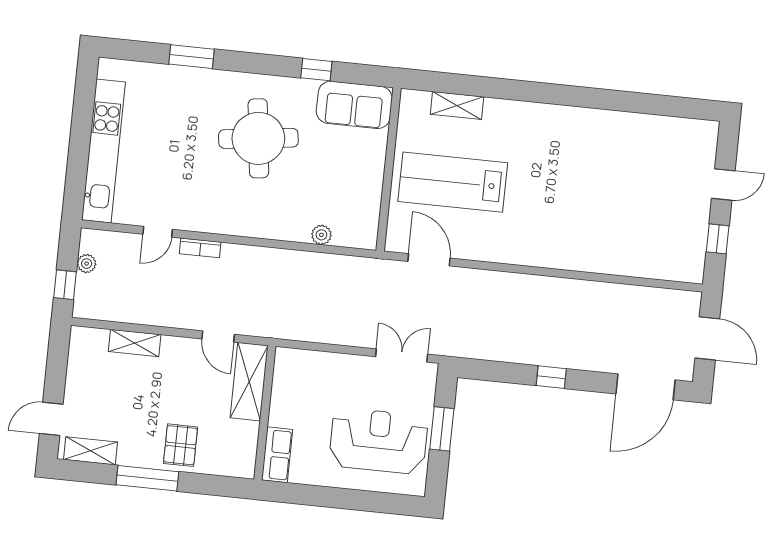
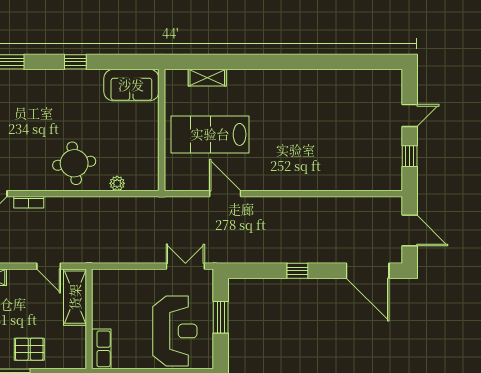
window: (316, 70) -> (75, 62), moved
round table: (258, 138) -> (74, 163), moved, width x0.73, depth x0.73
door: (429, 260) -> (225, 194), moved
door: (646, 387) -> (368, 271), hinge flipped
reception desk: (378, 441) -> (175, 331), turned 90
pallet: (181, 445) -> (29, 349), turned 90

